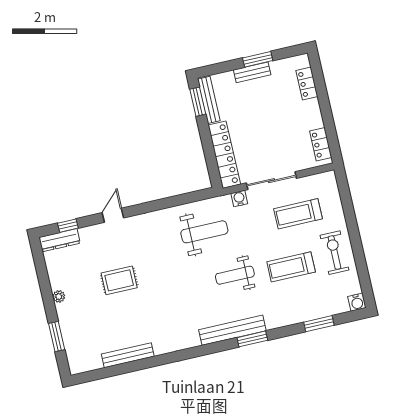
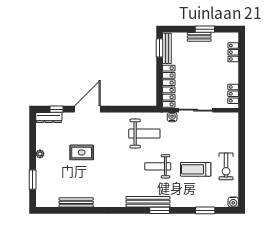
treadmill: (298, 214) -> (208, 136), removed
door: (113, 215) -> (87, 109), width x1.88
exercise bike: (334, 253) -> (226, 166), turned 180

